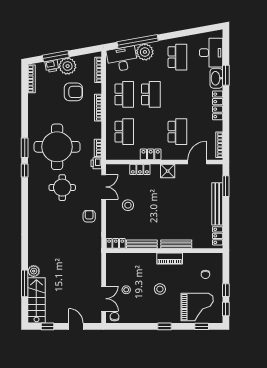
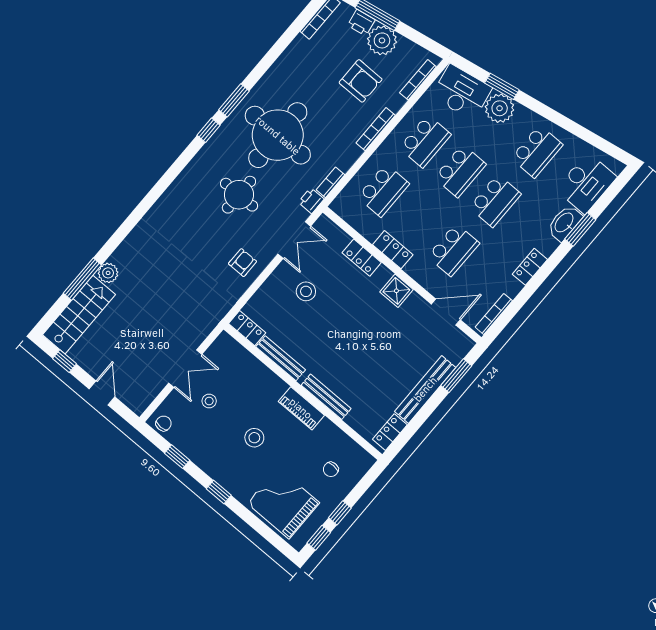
window: (138, 41) -> (502, 86), width x0.47
school desk: (177, 94) -> (495, 201), added
locker: (218, 105) -> (530, 267), width x0.66
double door: (104, 299) -> (185, 369), moved
grand piano: (197, 307) -> (283, 503), turned 180
window: (202, 326) -> (177, 457), moved

